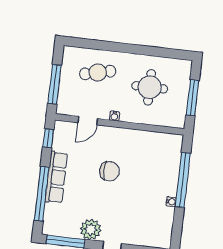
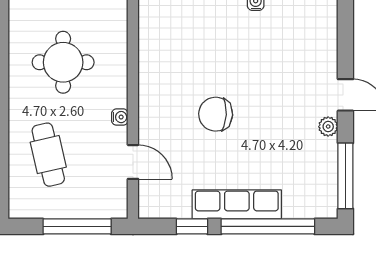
window: (48, 138) -> (192, 226), moved
chair: (110, 171) -> (216, 114), turned -87
plant: (91, 229) -> (328, 127), width x0.53, depth x0.53

